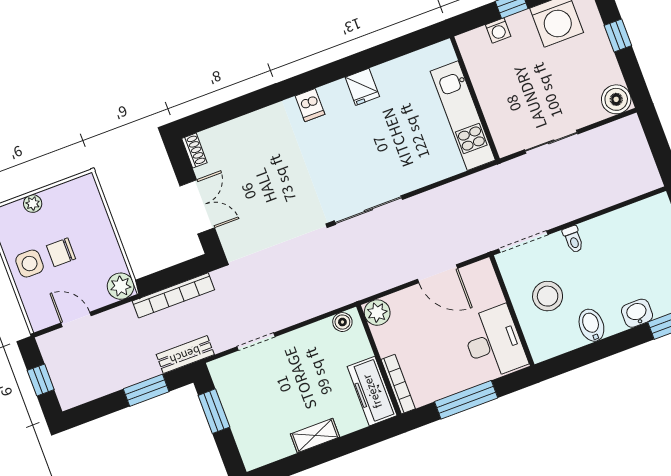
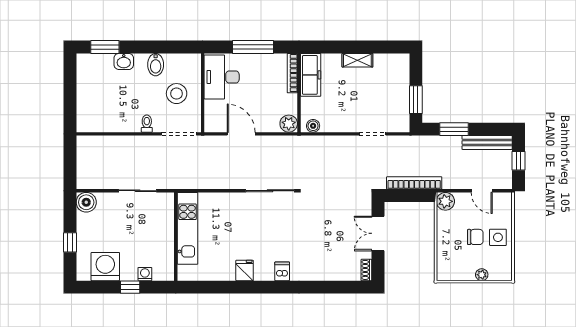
bench: (185, 355) -> (487, 142), moved, width x1.36

